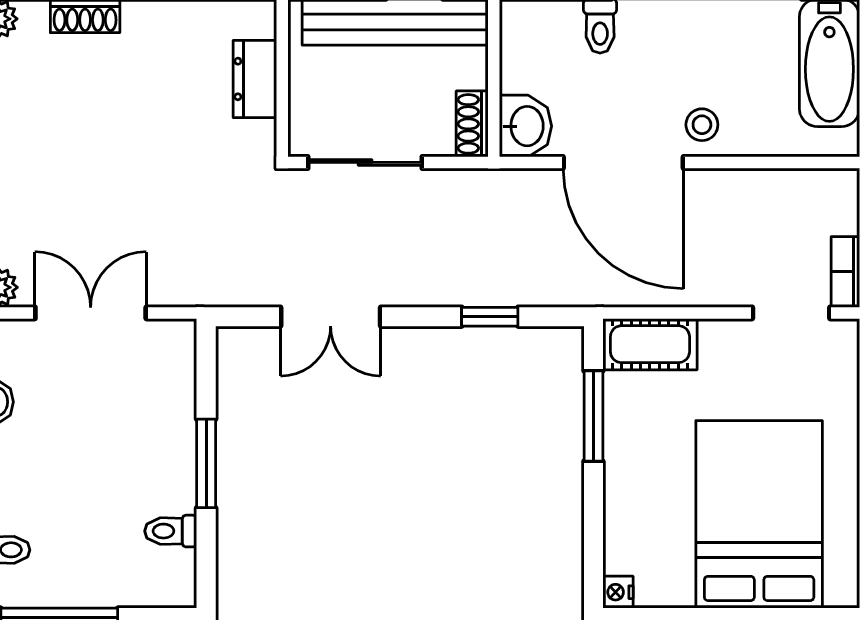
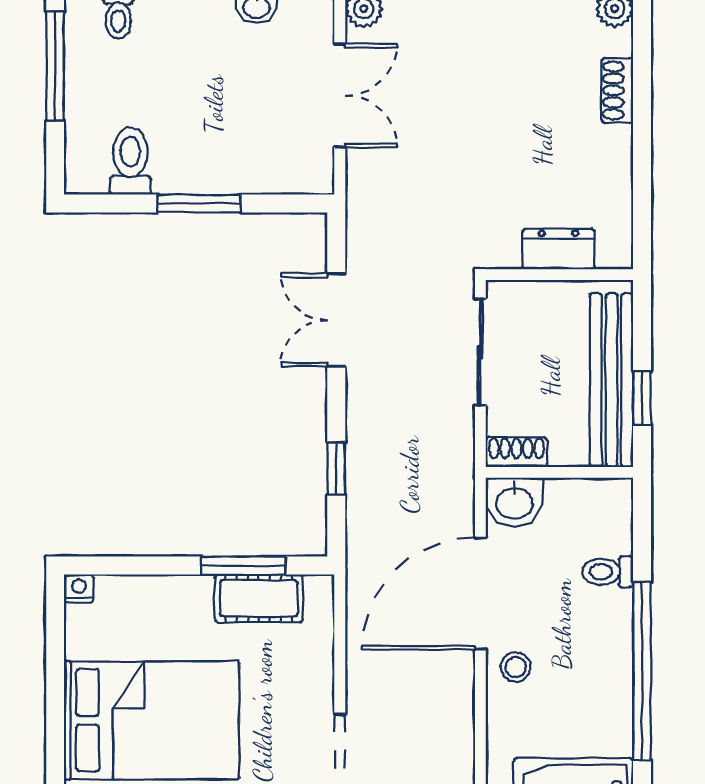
cot: (650, 344) -> (259, 598), moved, turned 90
toilet: (171, 531) -> (130, 161), width x1.37, depth x1.39

